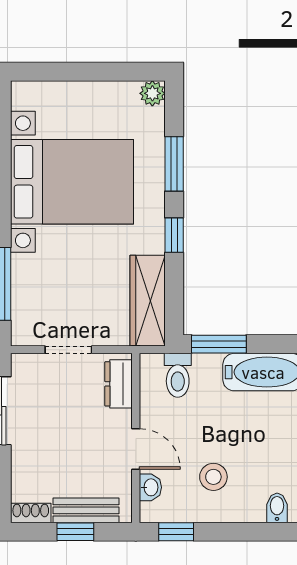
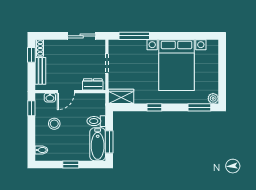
window: (174, 164) -> (199, 107), moved
wardrobe: (148, 301) -> (121, 96), width x0.67
window: (219, 344) -> (109, 142), moved
toilet: (178, 375) -> (96, 121), moved
window: (75, 532) -> (31, 55), moved

